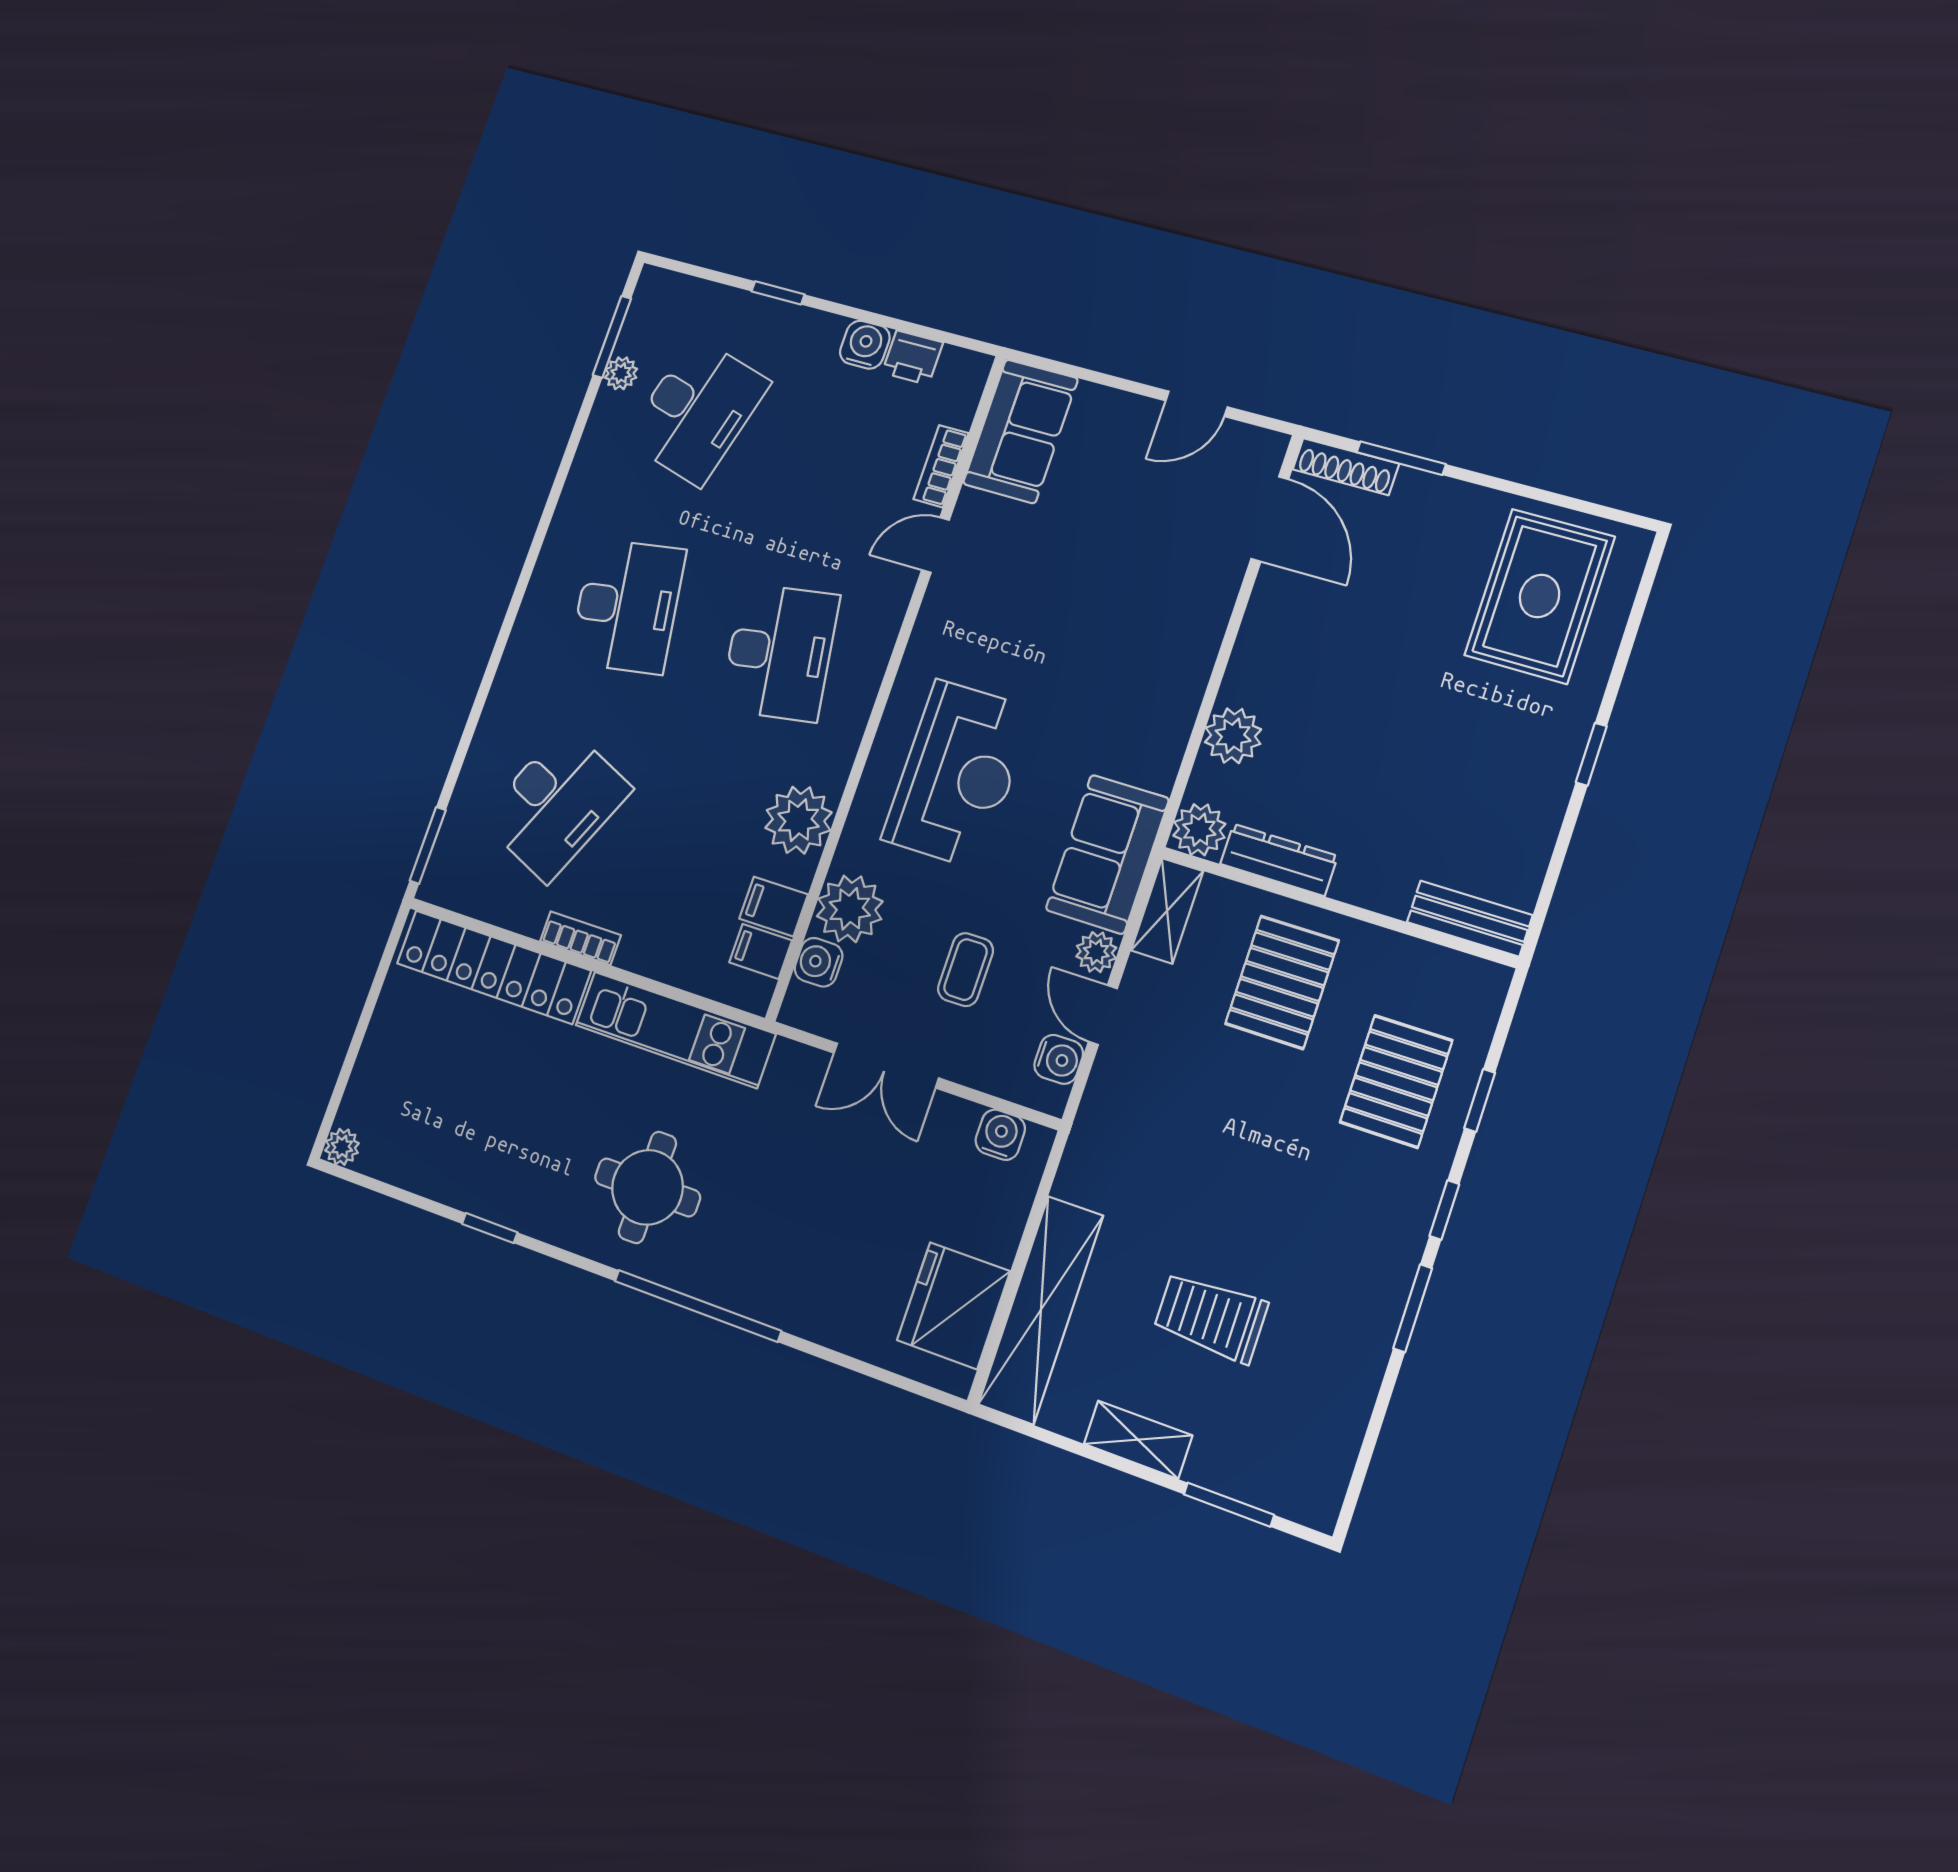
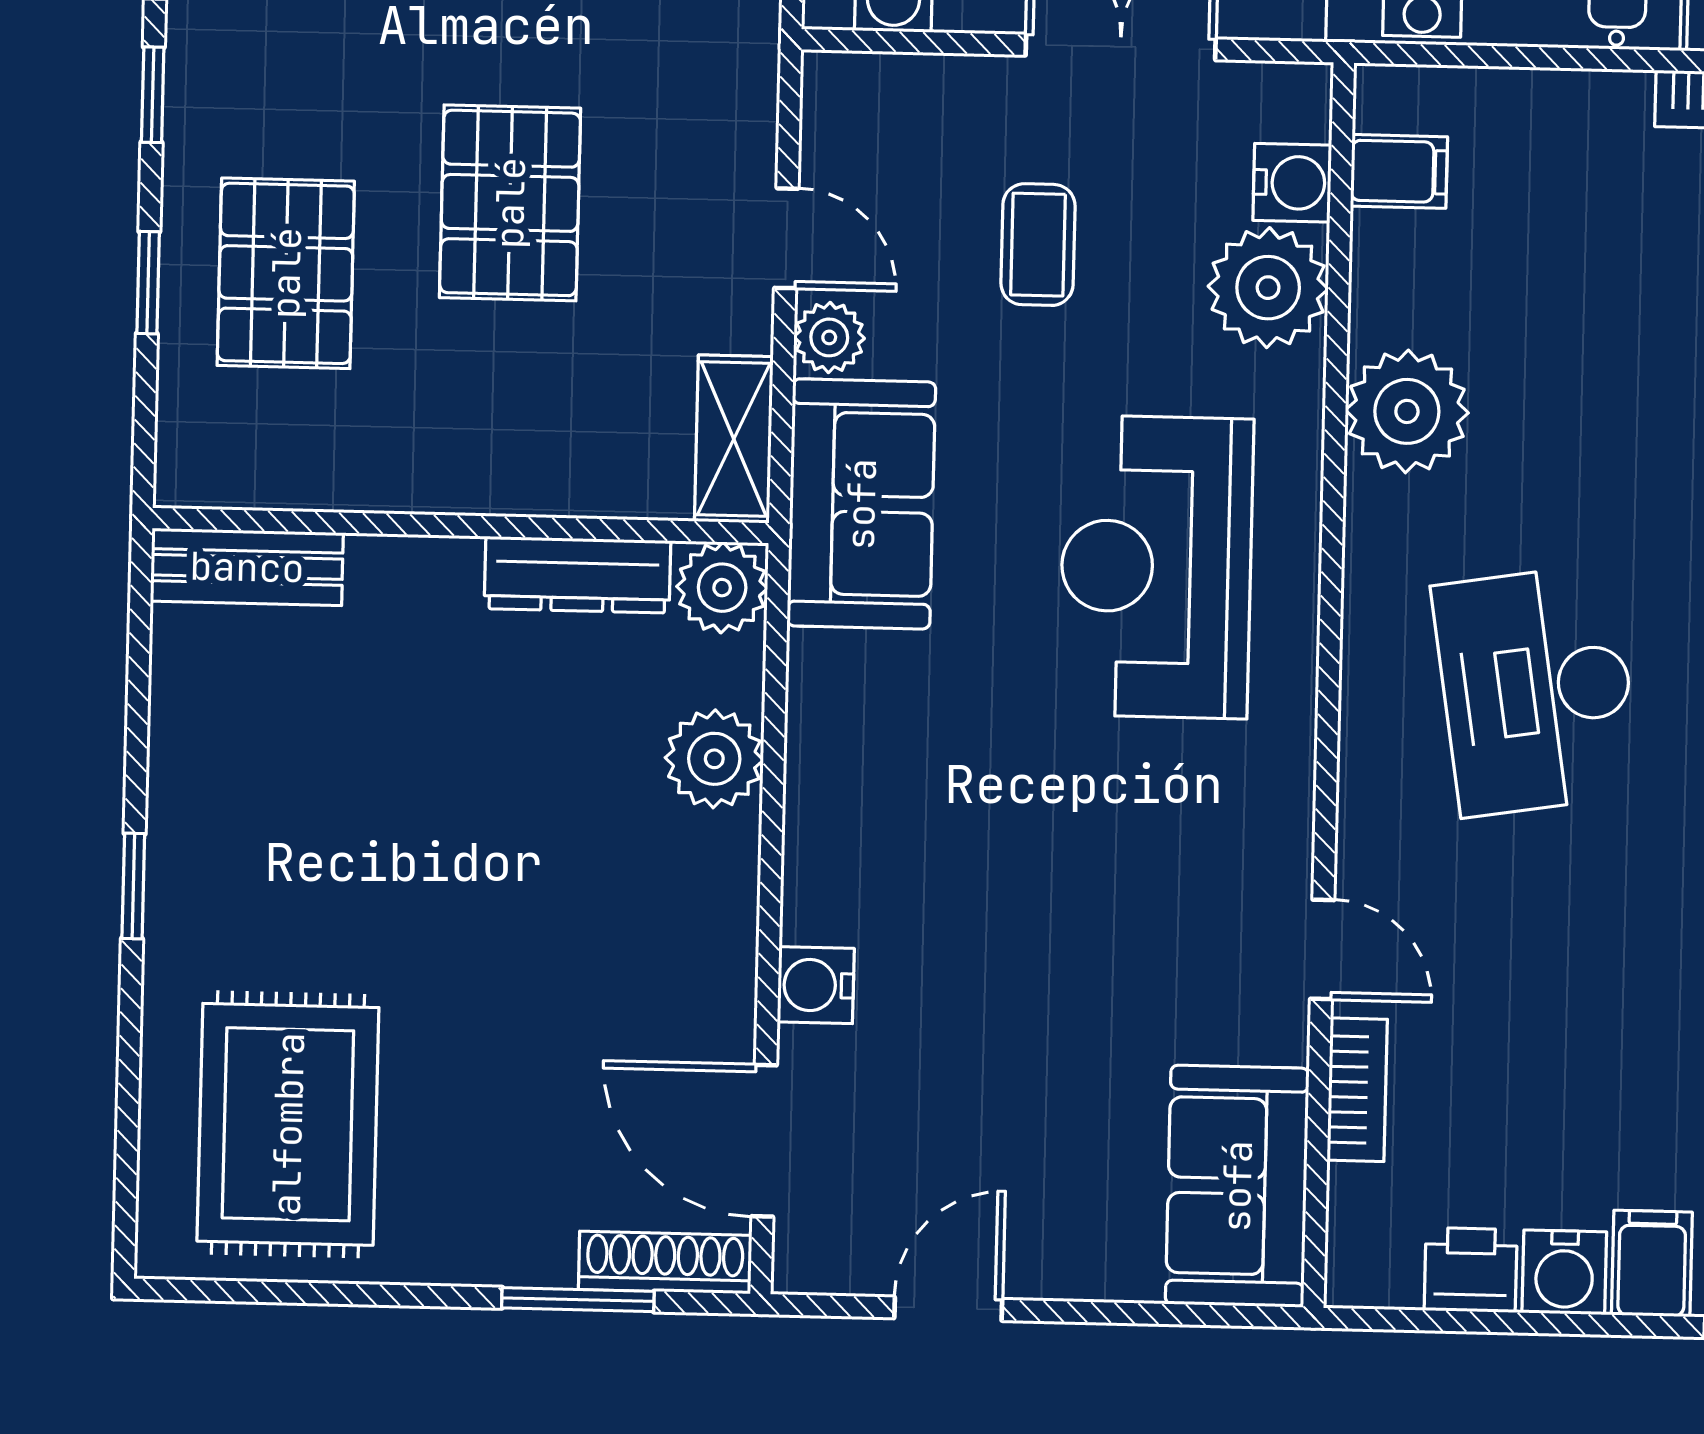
door: (936, 545) -> (1322, 949), hinge flipped
filing cabinet: (774, 906) -> (1652, 1263), moved, turned -90
pallet: (1282, 982) -> (510, 203), moved
water cooler: (1059, 1059) -> (816, 985), moved

